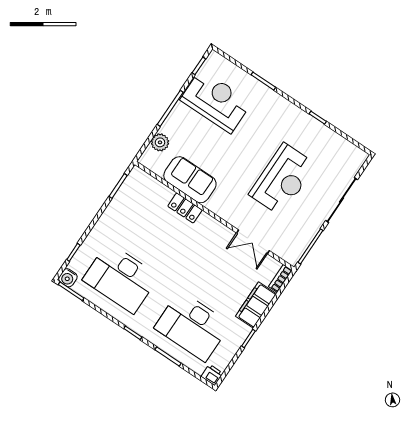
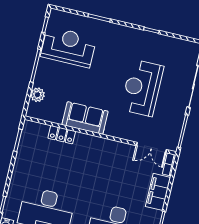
reception desk: (282, 179) -> (142, 88), turned 180
sofa: (190, 180) -> (85, 118), moved
locker: (185, 208) -> (62, 135), moved
double door: (253, 242) -> (151, 148), moved

